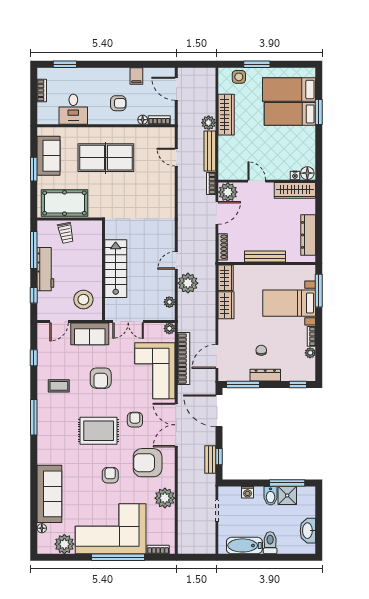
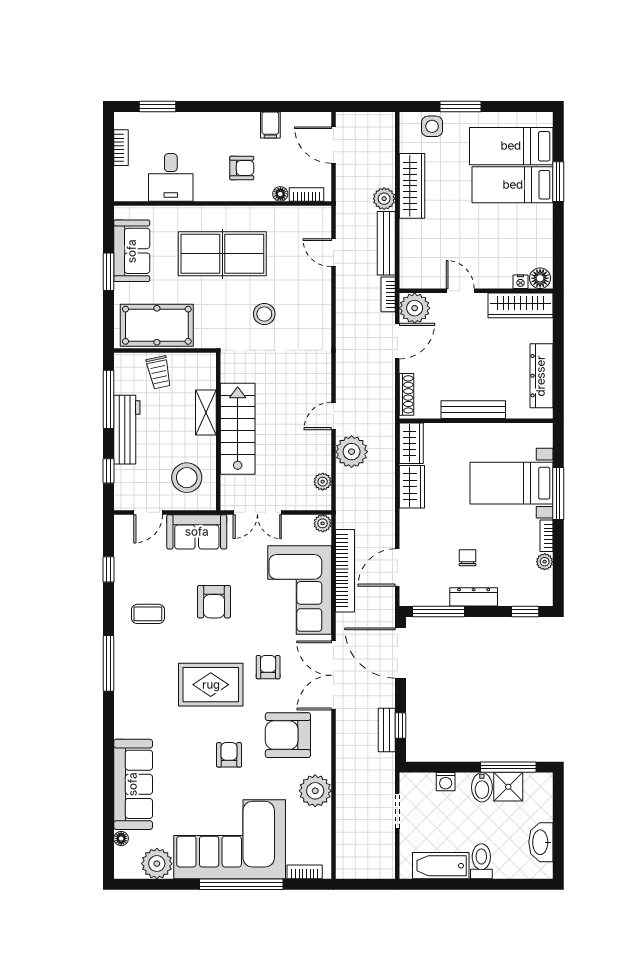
stool: (133, 196) -> (264, 314), added
shelving: (96, 258) -> (206, 413), added
window: (319, 291) -> (558, 494), moved

